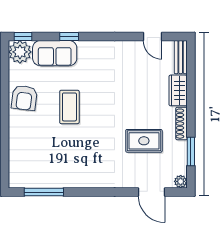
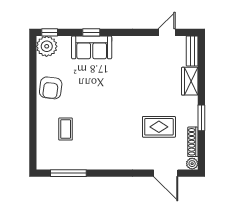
door: (152, 37) -> (167, 32), swing flipped
sofa: (55, 53) -> (92, 47), moved
coffee table: (69, 107) -> (66, 129), moved, width x0.73, depth x0.77
shoe rack: (181, 124) -> (193, 142), moved
window: (191, 152) -> (201, 118), moved

